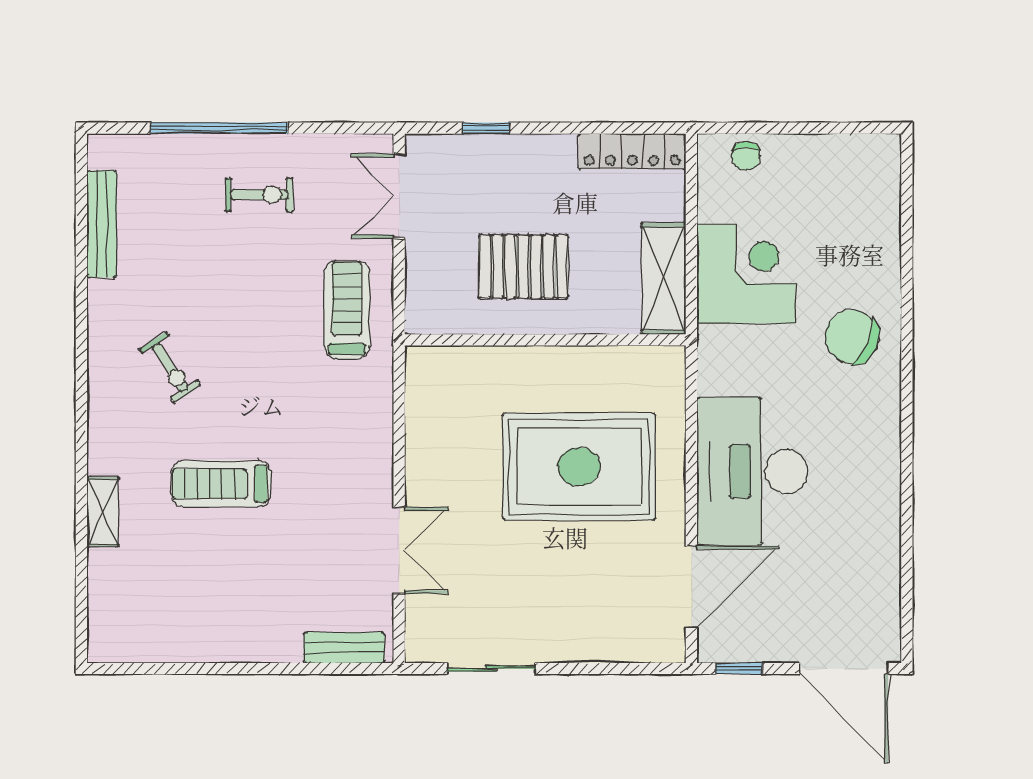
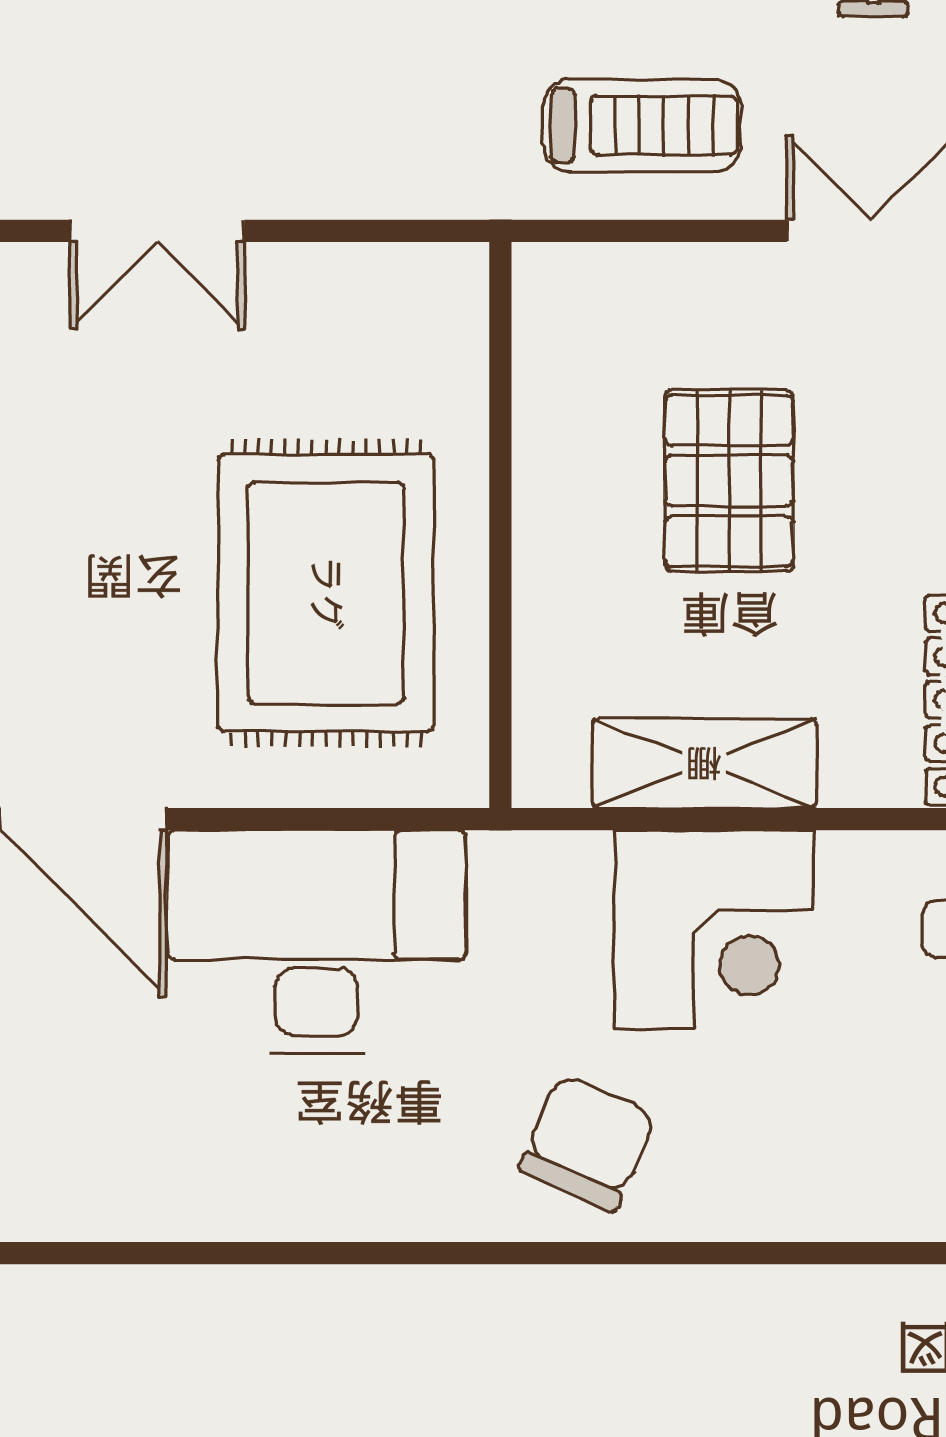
wall: (545, 340) -> (500, 525), moved

